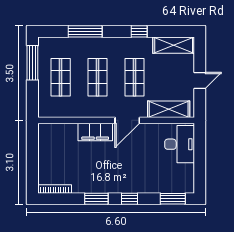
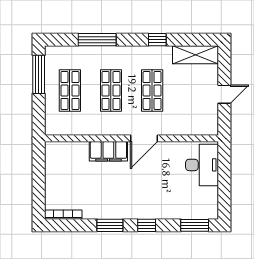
shelving: (169, 109) -> (190, 126), removed

